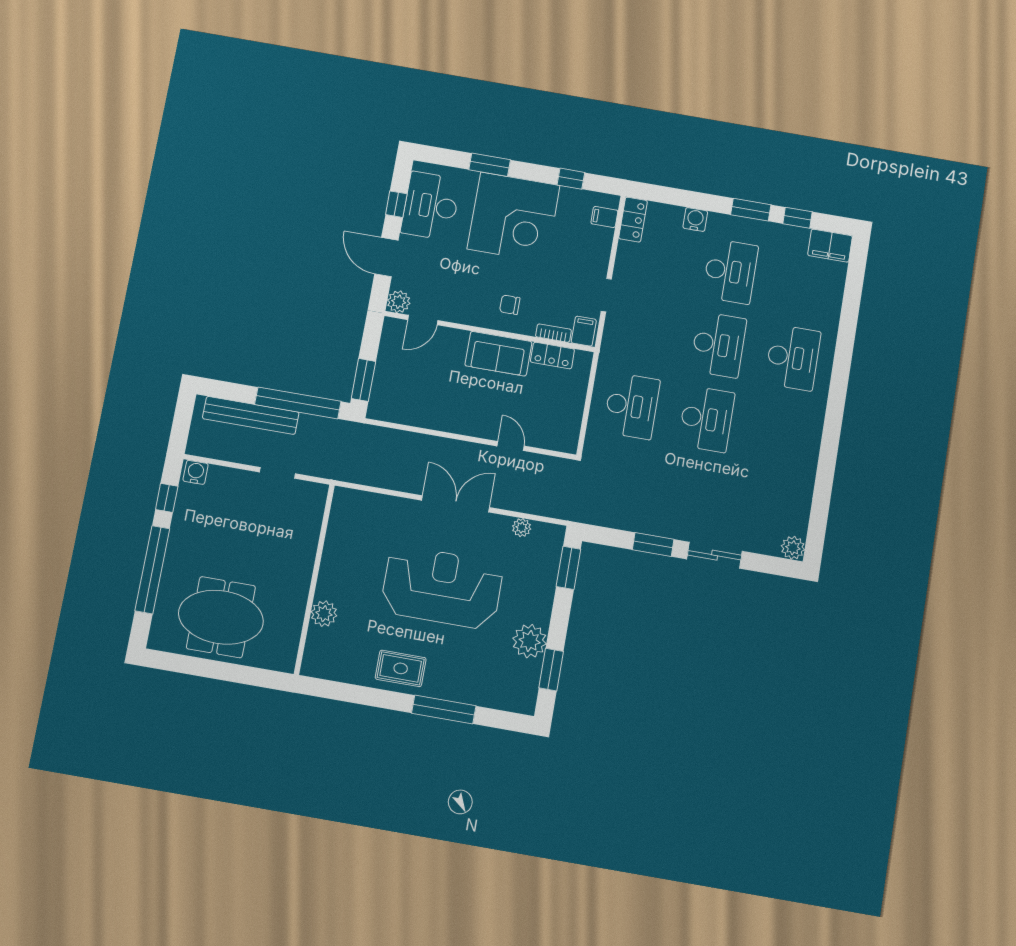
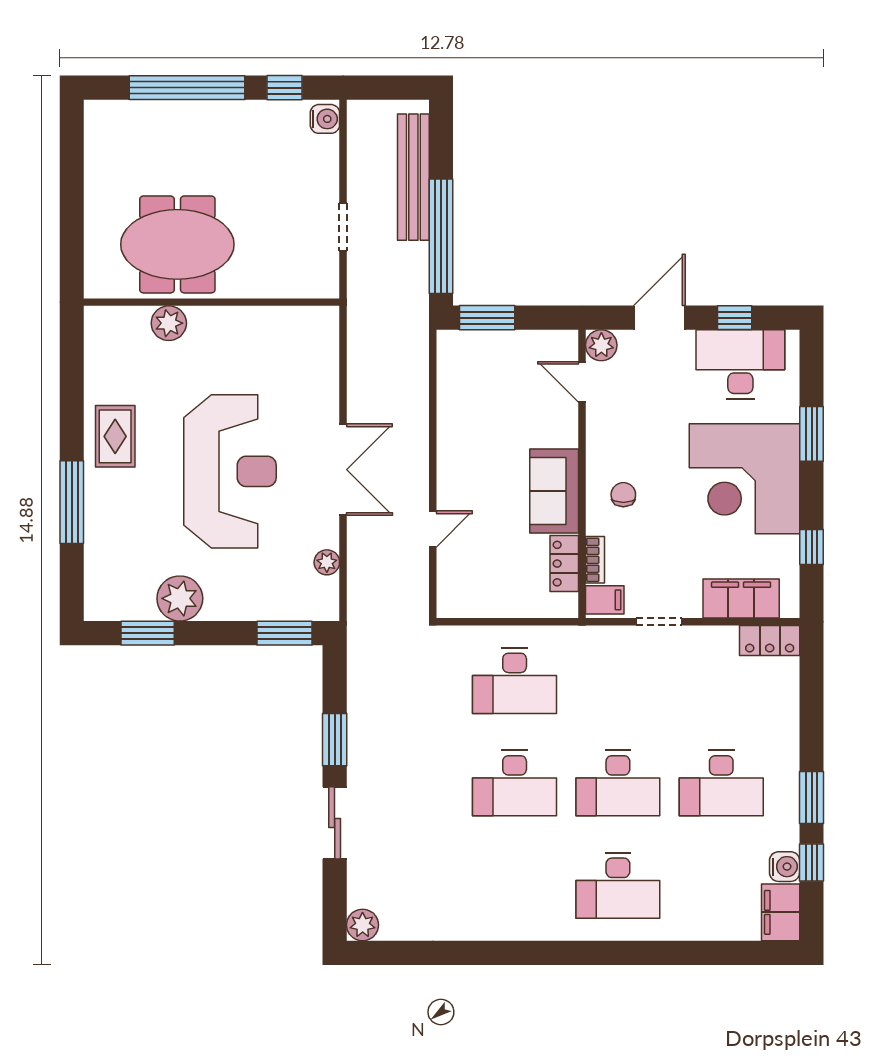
filing cabinet: (604, 217) -> (741, 598), width x3.00, depth x1.17
water cooler: (695, 219) -> (785, 867), moved
meeting table: (221, 617) -> (177, 244), moved, turned 90

